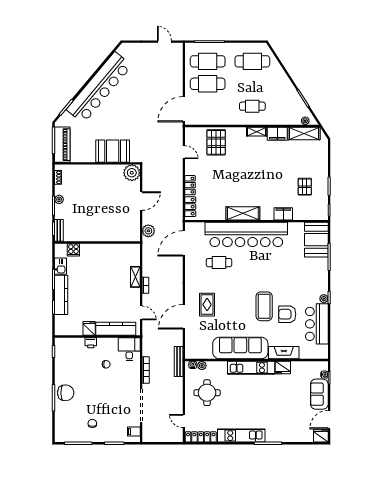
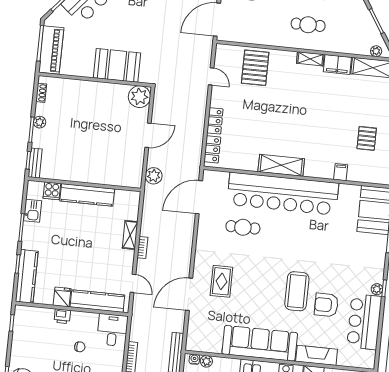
filing cabinet: (283, 214) -> (341, 172), width x0.50
kitchen counter: (100, 250) -> (87, 195), added
kitchen counter: (61, 295) -> (27, 276), moved

